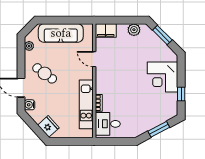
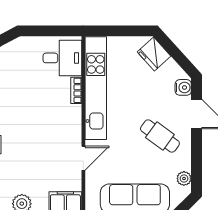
door: (94, 59) -> (83, 158), hinge flipped
kitchen unit: (86, 104) -> (96, 88), width x1.36

